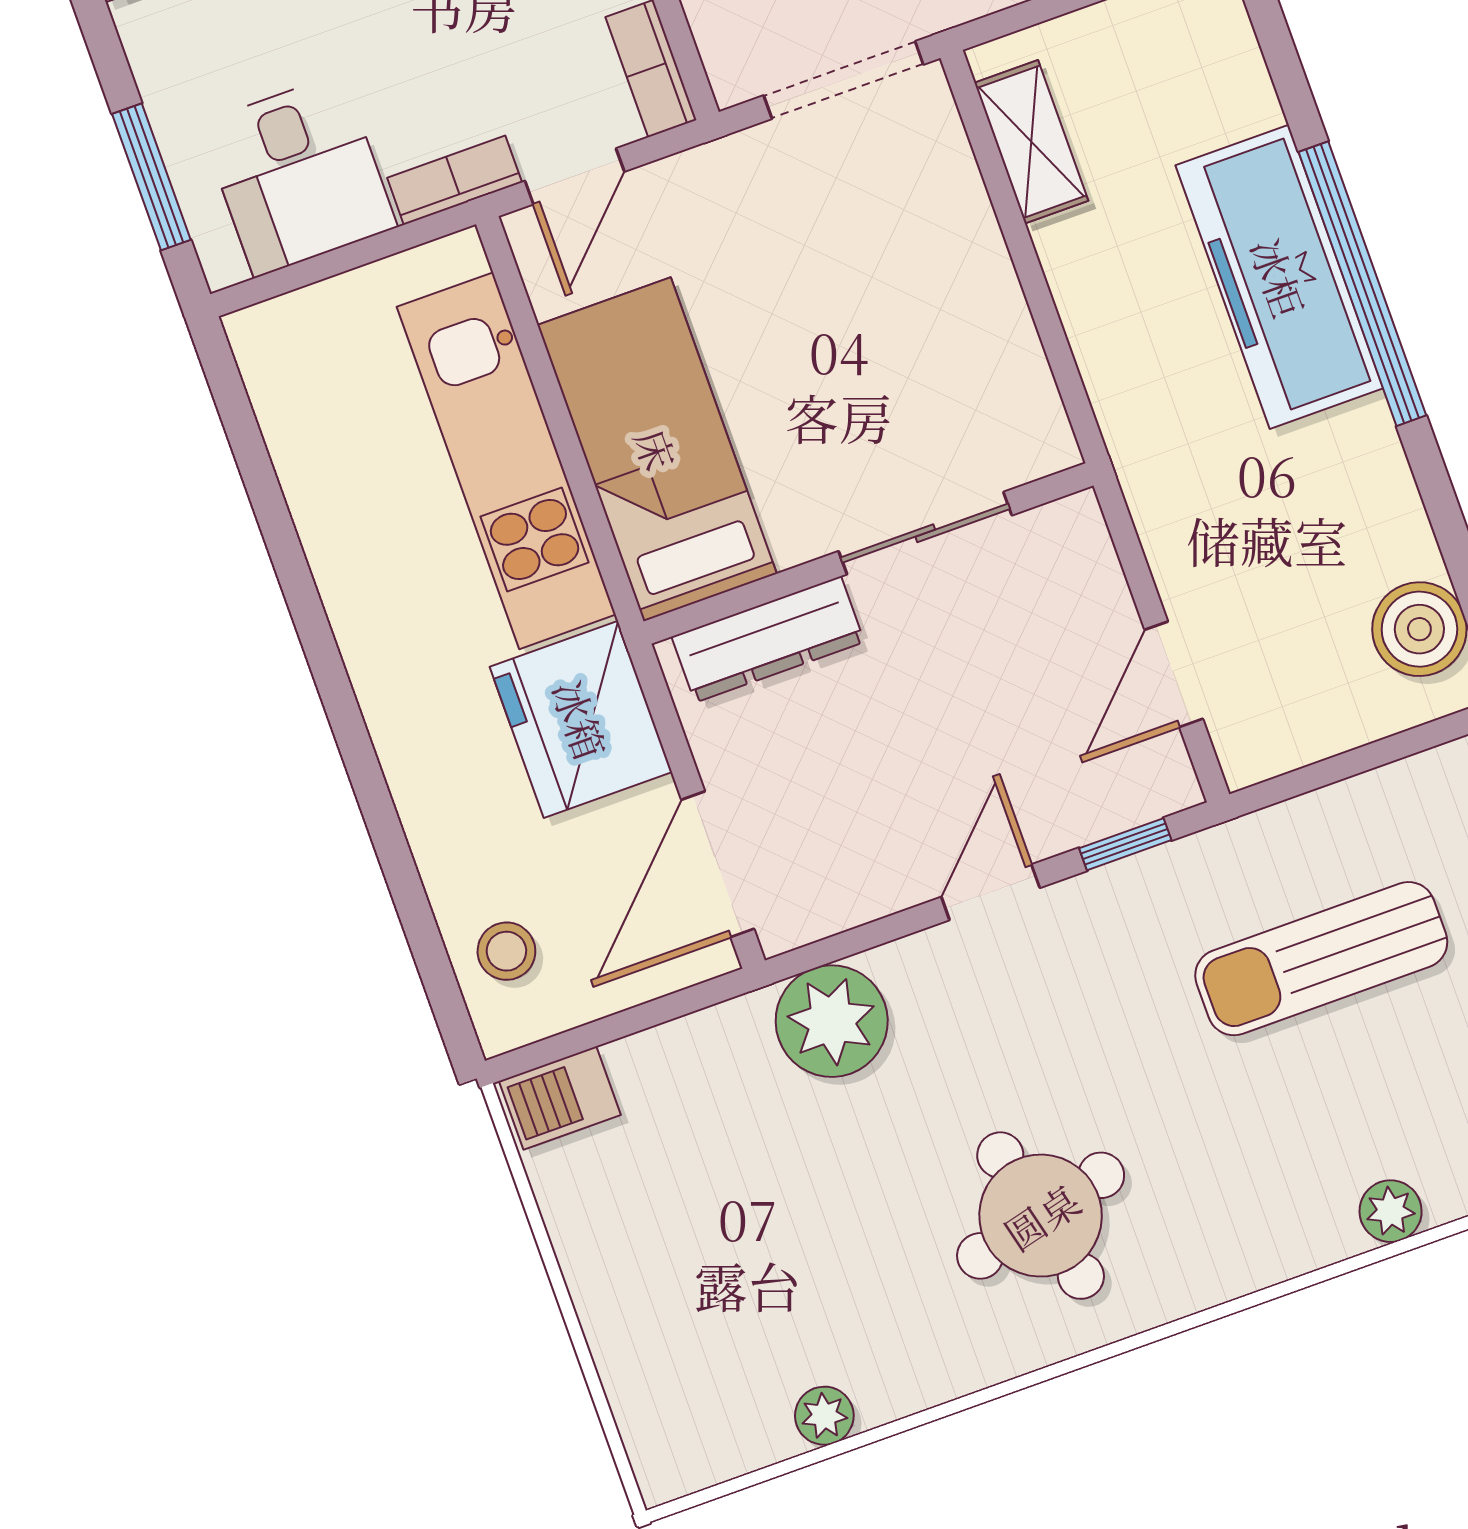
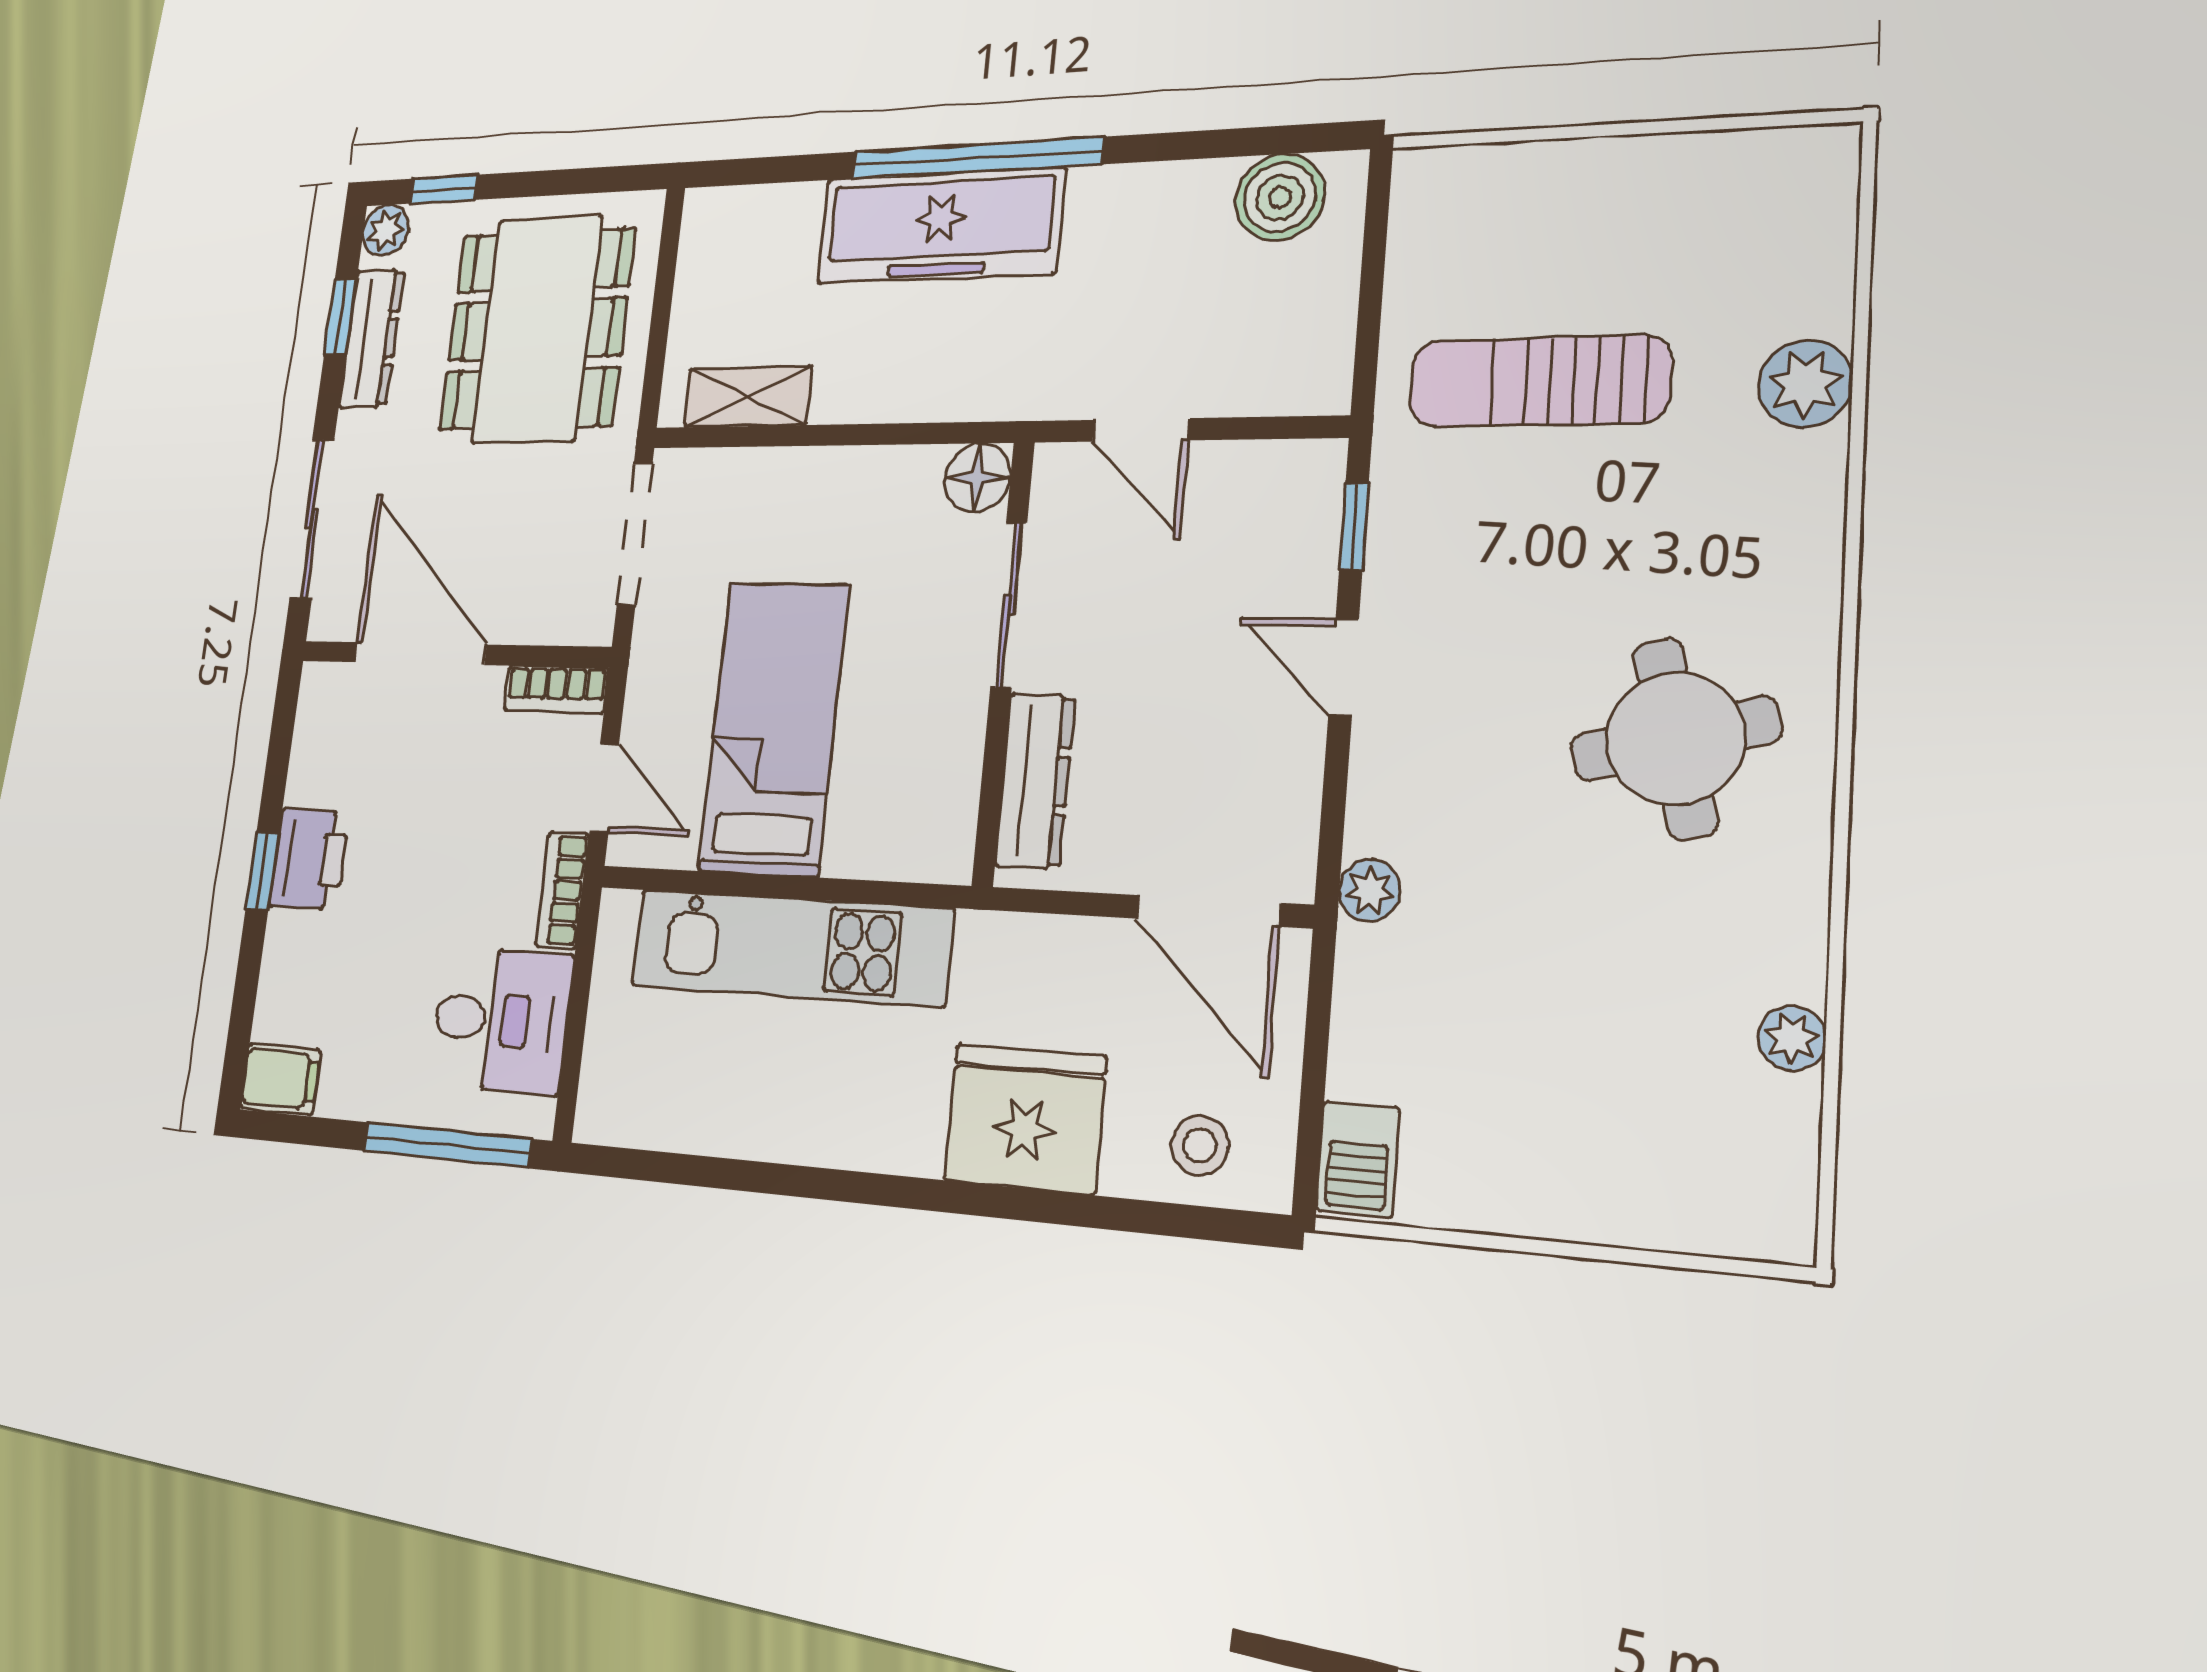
window: (151, 177) -> (447, 1145), width x1.44
floor lamp: (1038, 441) -> (978, 478), added
bed: (657, 449) -> (774, 728), moved, turned 90
door: (1174, 674) -> (1141, 430), moved
fridge: (581, 719) -> (1025, 1119), moved, turned 180
sun lounger: (1321, 959) -> (1539, 381), turned 90
plant: (832, 1021) -> (1370, 891), width x0.53, depth x0.53
plant: (1391, 1211) -> (1805, 384), width x1.38, depth x1.38

